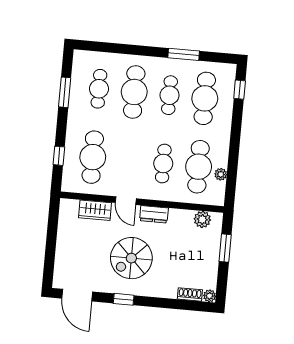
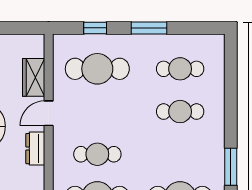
window: (65, 92) -> (149, 28), moved
cafe table: (134, 92) -> (180, 112), width x0.73, depth x0.74
cafe table: (169, 95) -> (180, 154), removed

